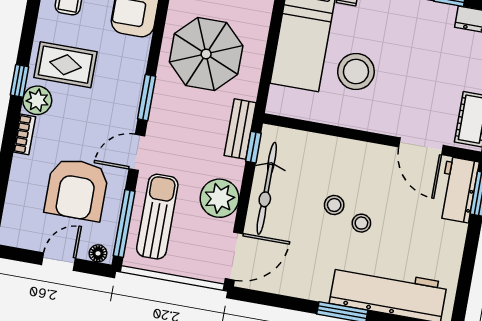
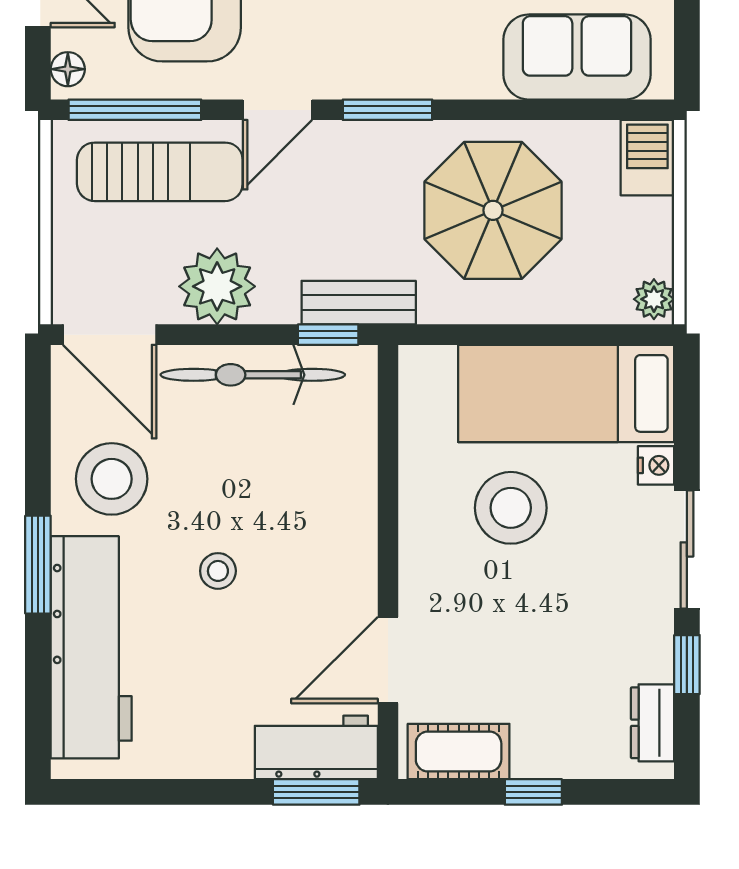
door: (137, 152) -> (278, 110), swing flipped
stool: (334, 205) -> (112, 479), moved, width x1.89, depth x1.89

